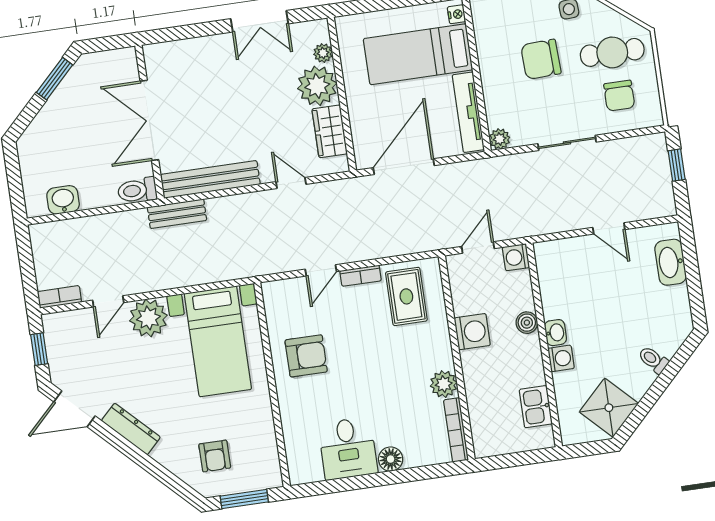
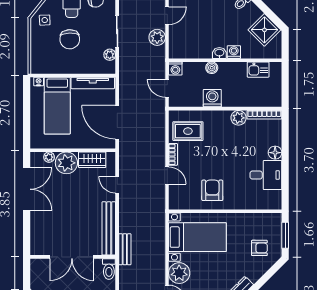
double door: (259, 21) -> (27, 189), width x1.37
plant: (500, 139) -> (110, 55), moved
door: (291, 183) -> (117, 185), hinge flipped
plant: (567, 216) -> (157, 37), added

